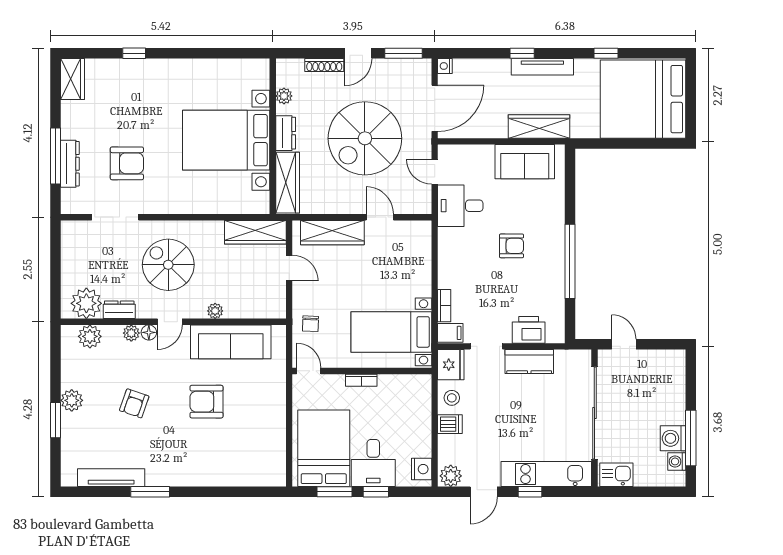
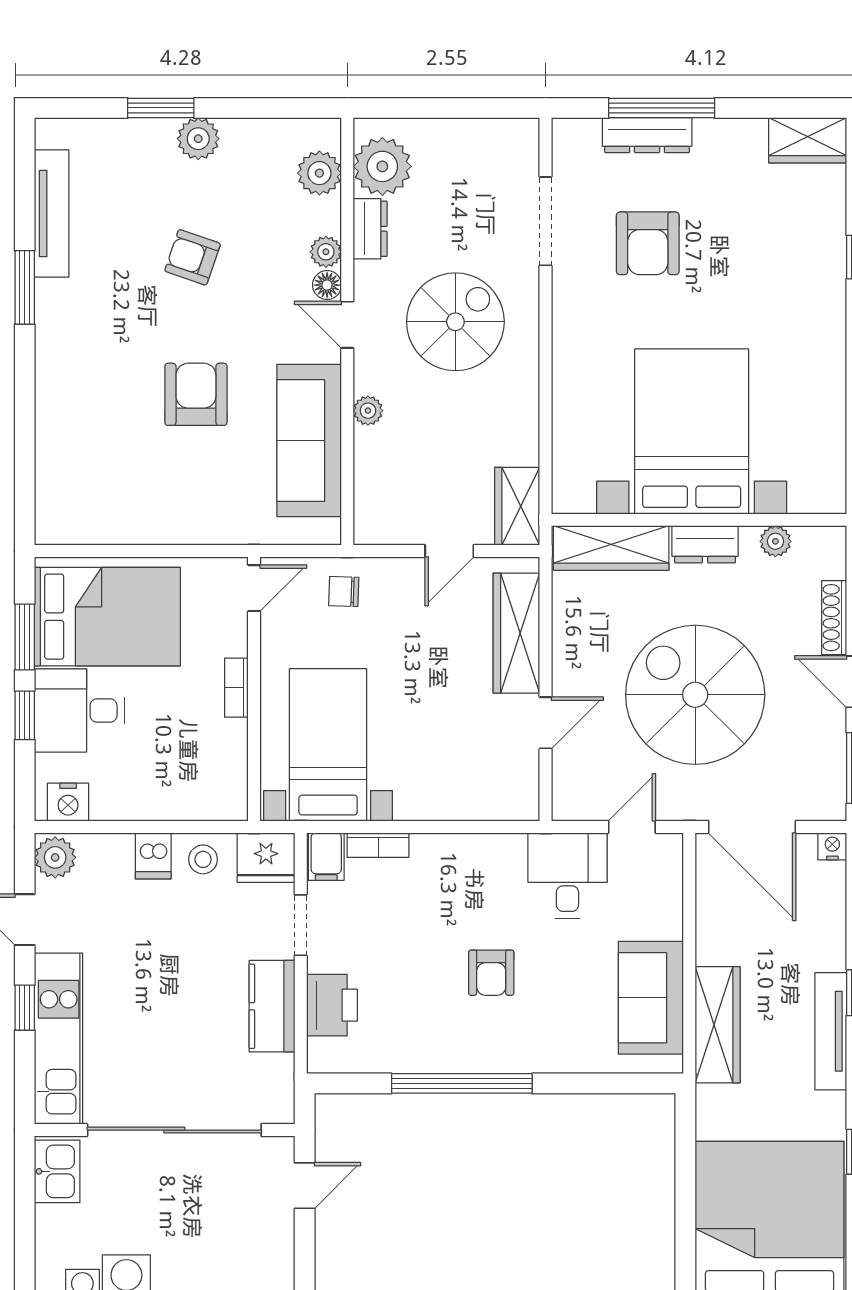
wardrobe: (255, 232) -> (517, 506), width x0.67

